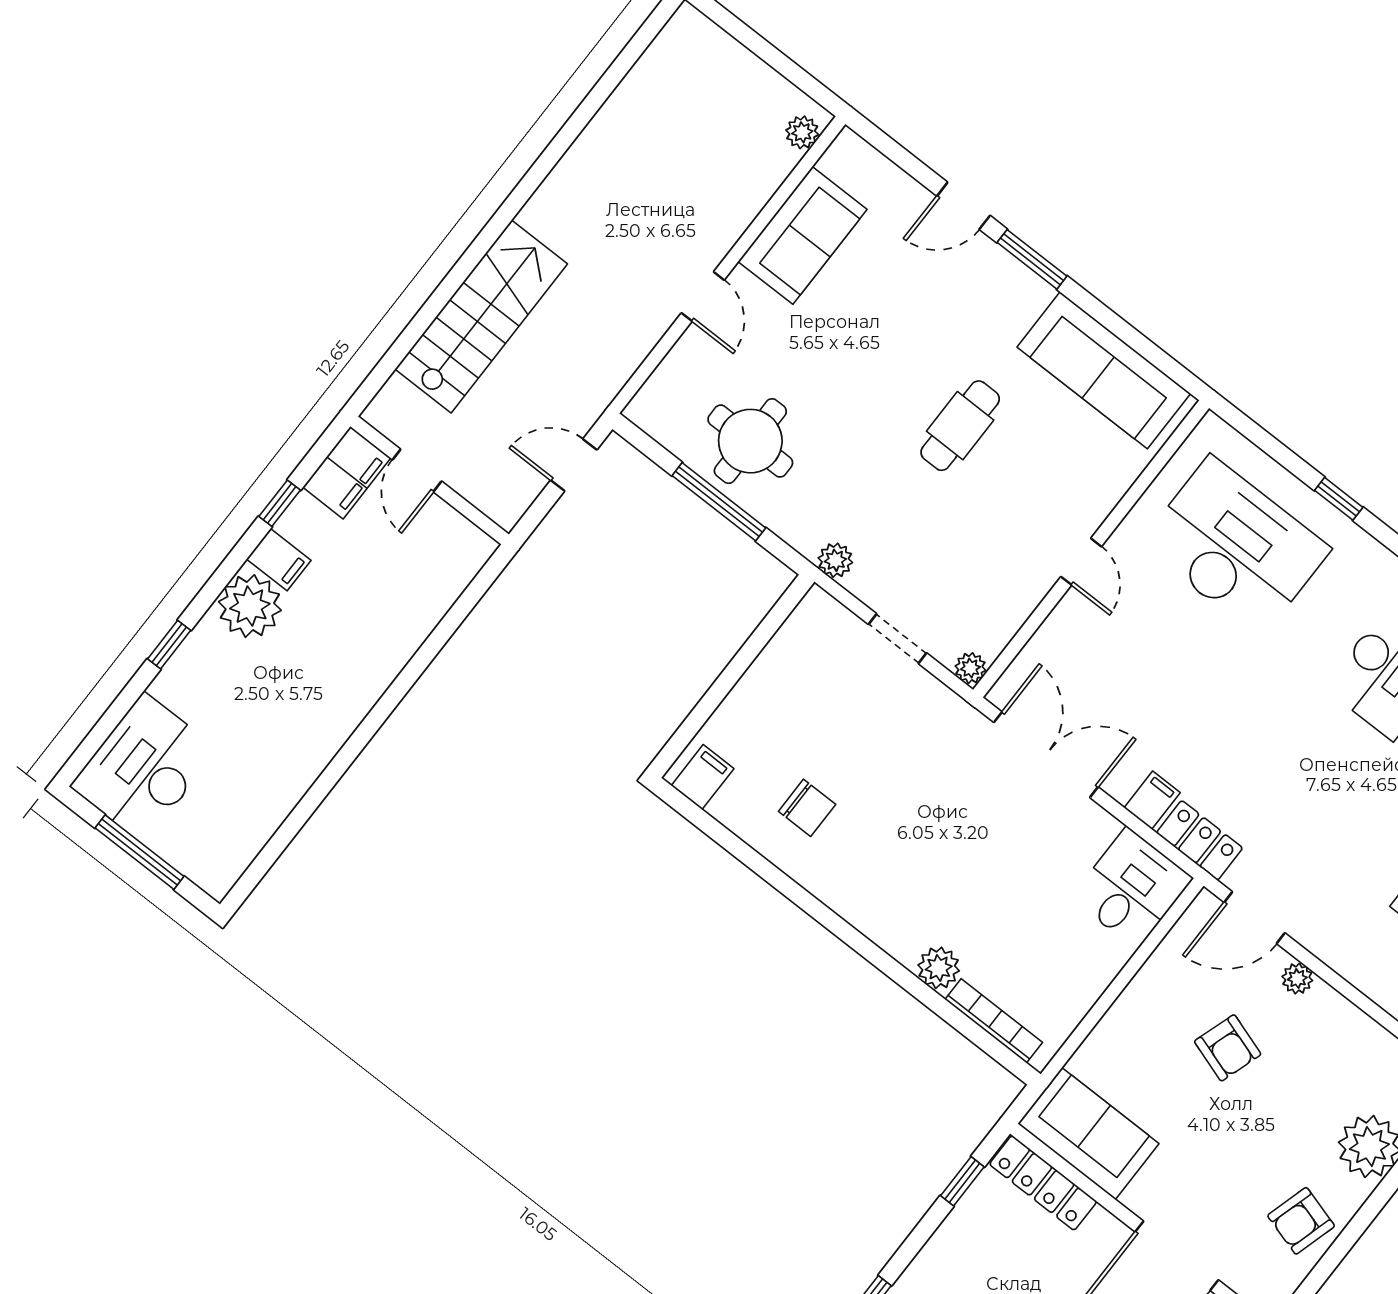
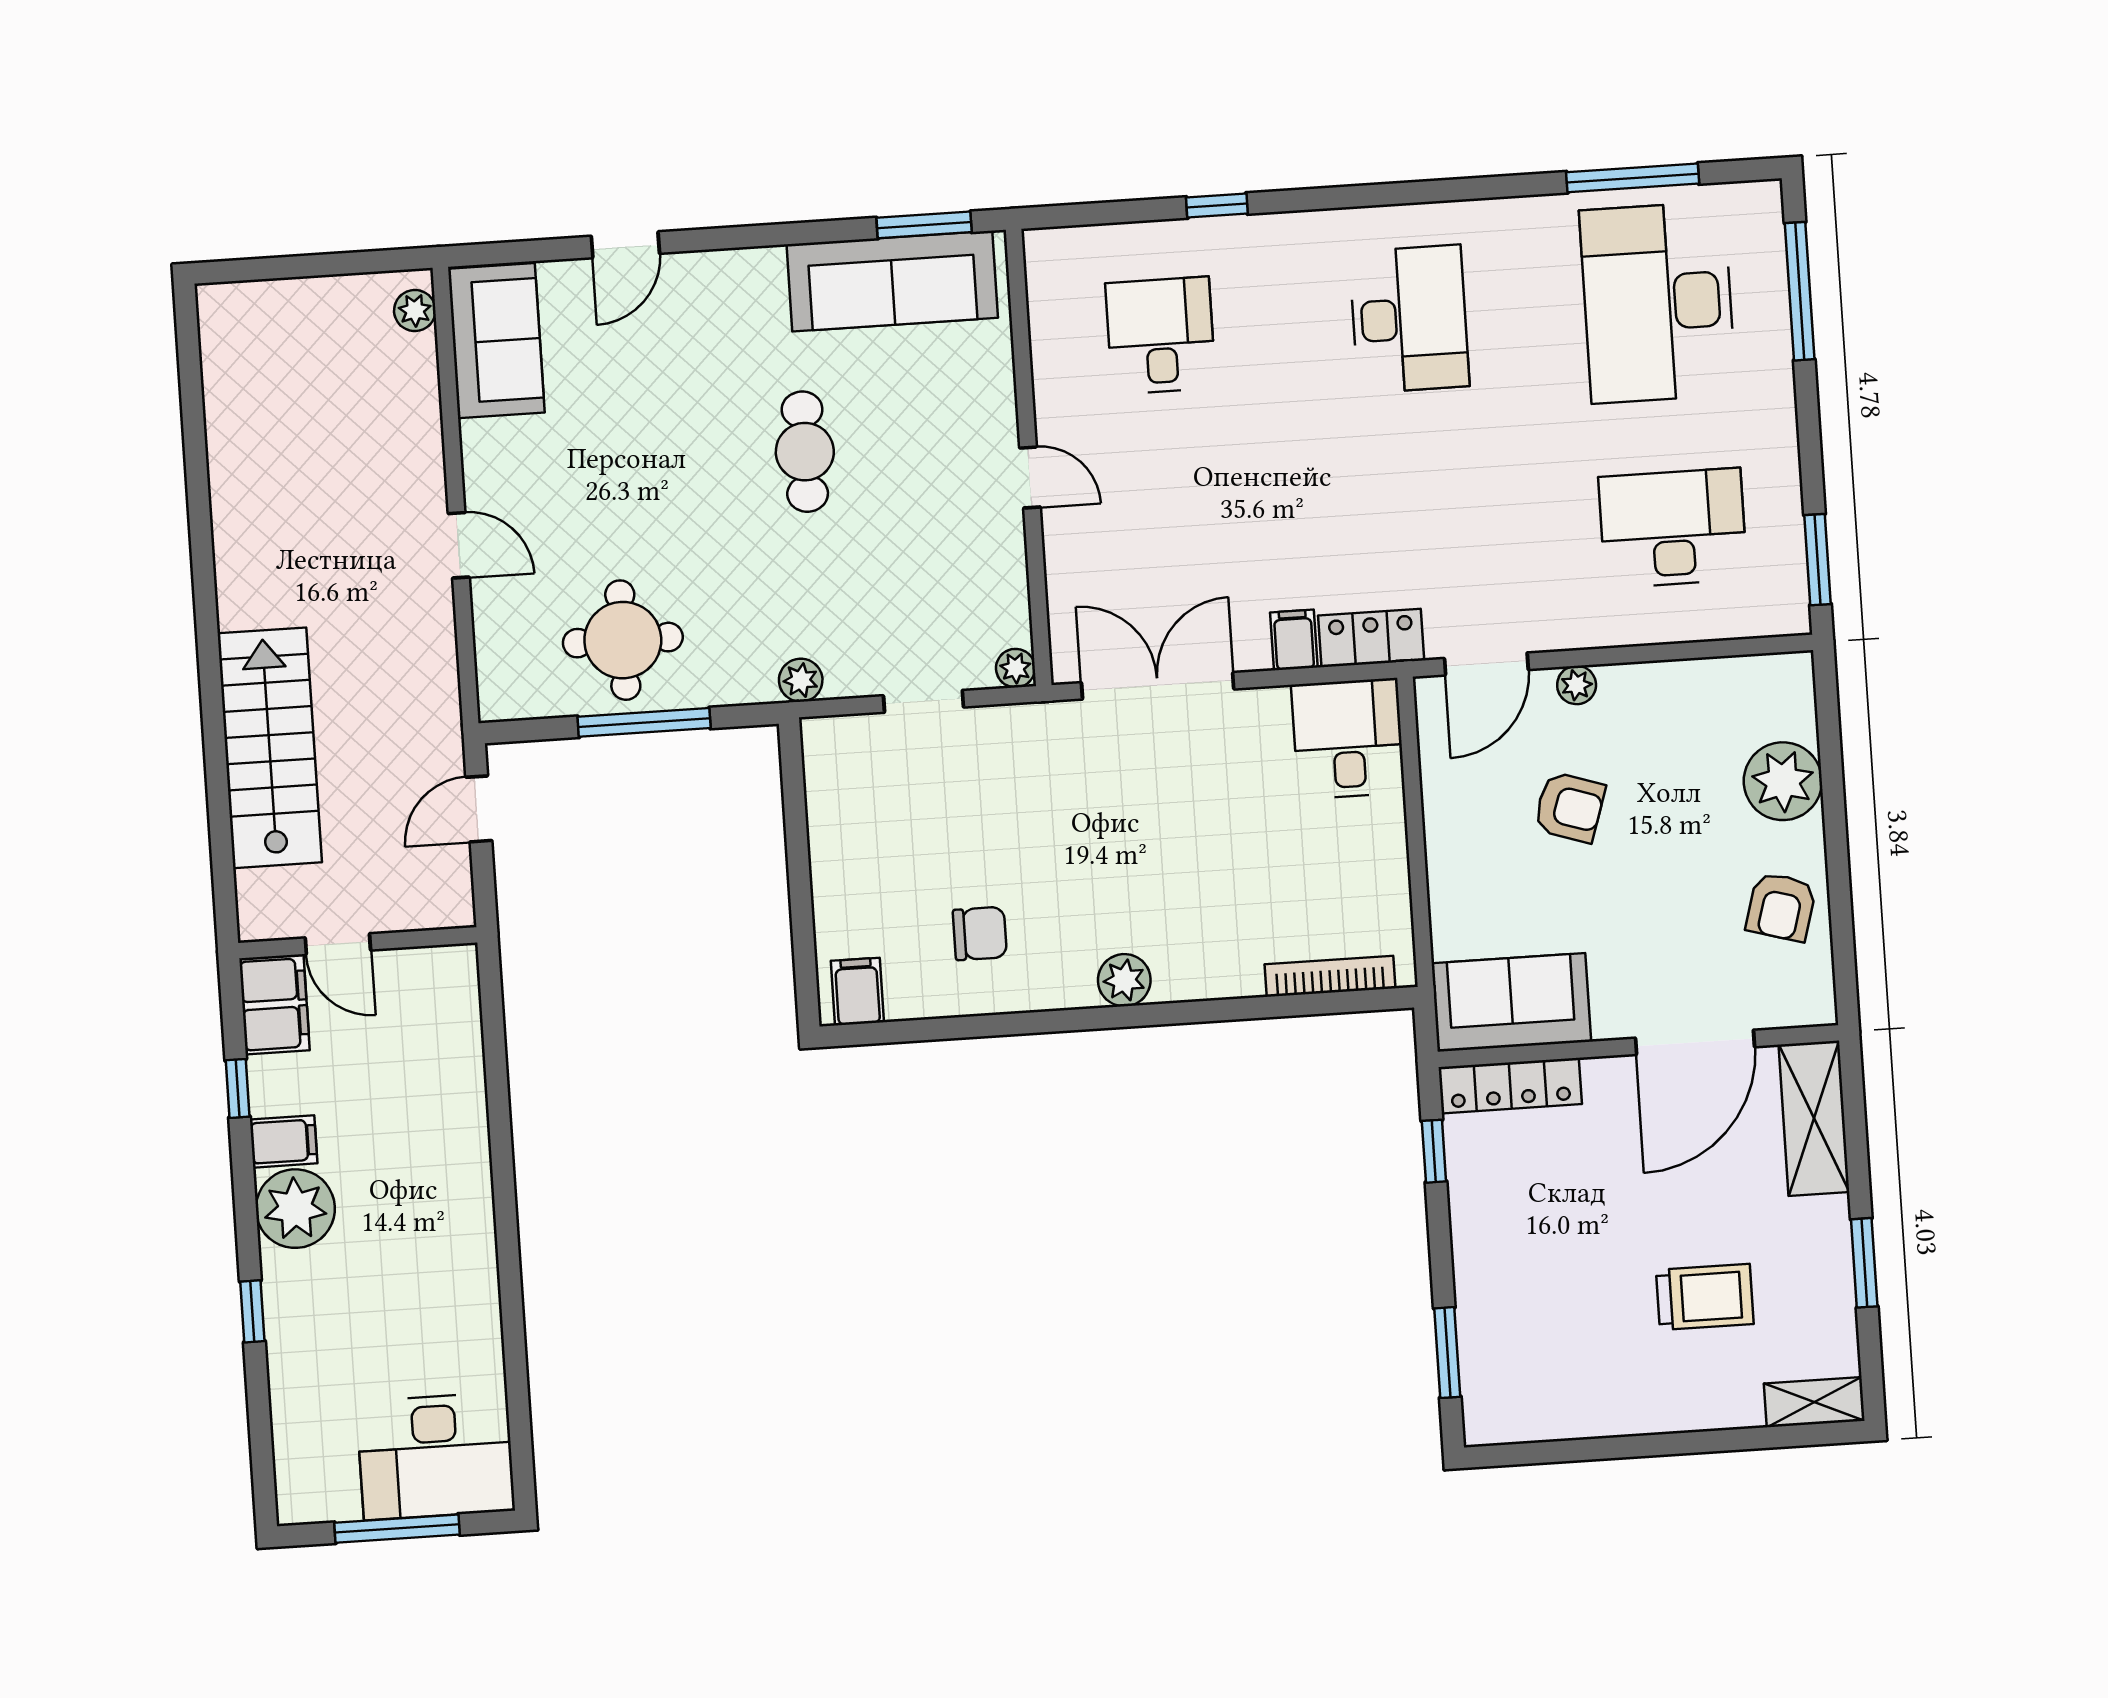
sofa: (803, 235) -> (496, 341), moved
window: (1032, 259) -> (924, 225), moved
desk: (1235, 547) -> (1161, 335), width x0.53, depth x0.77
desk: (144, 768) -> (436, 1456), moved, turned -90
plant: (939, 968) -> (1124, 980), moved

